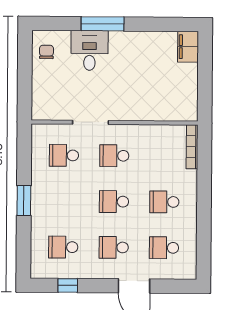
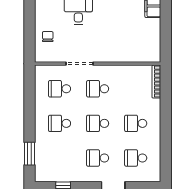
chair: (46, 52) -> (48, 36), moved
window: (24, 200) -> (30, 154), moved
school desk: (63, 247) -> (60, 123), moved

